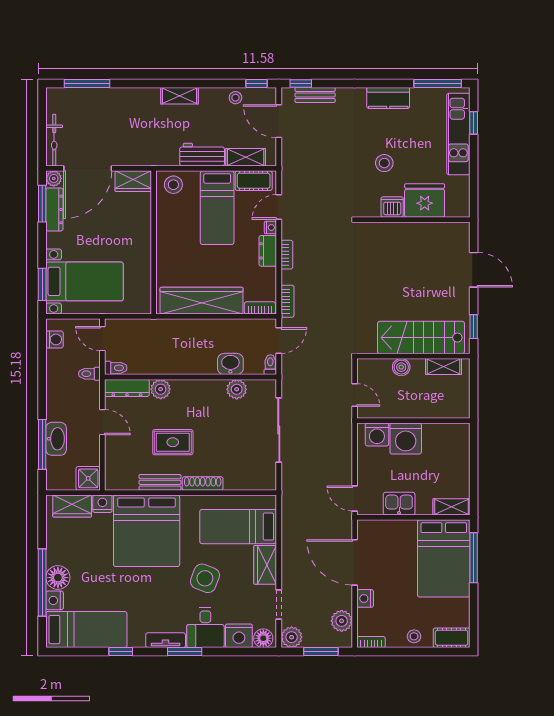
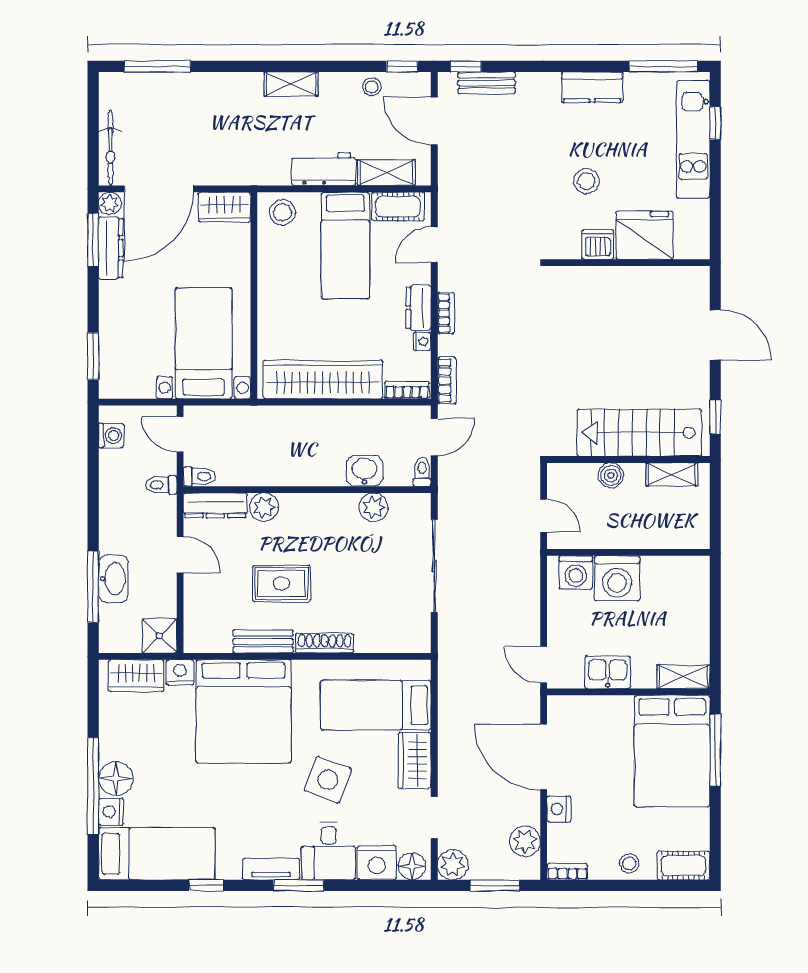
nightstand: (270, 227) -> (422, 341), moved
bed with nightstands: (84, 281) -> (204, 343), moved, turned -90

